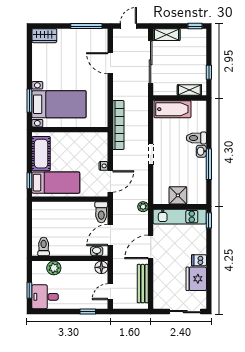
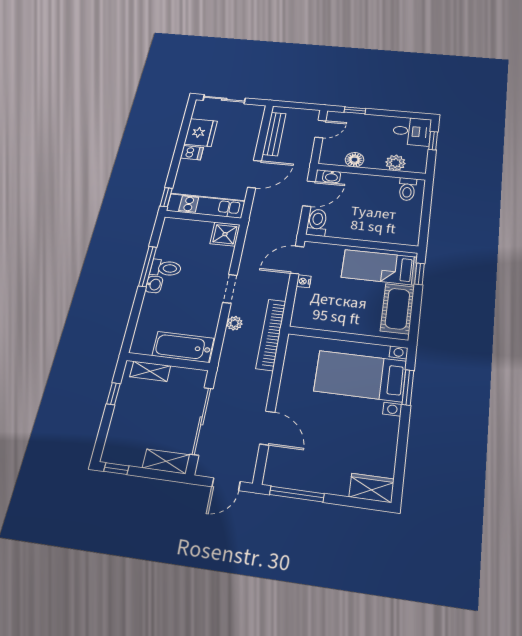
toilet: (196, 138) -> (166, 268), moved
shower: (178, 195) -> (225, 234), moved
plant: (143, 207) -> (234, 323), moved
floor lamp: (101, 267) -> (354, 160), moved

